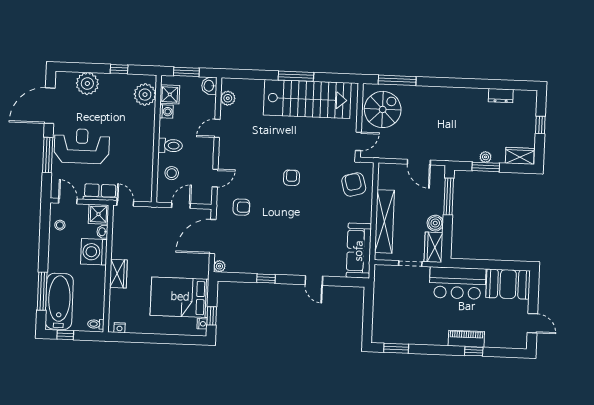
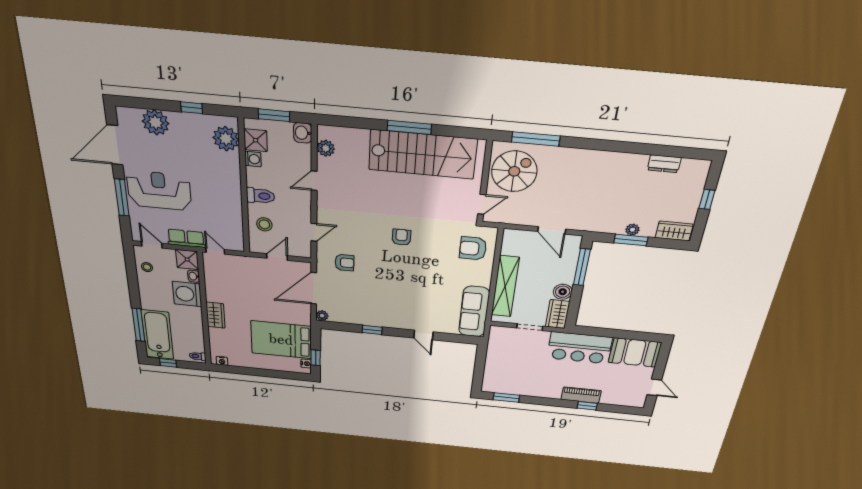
armchair: (354, 184) -> (473, 248), turned -75

